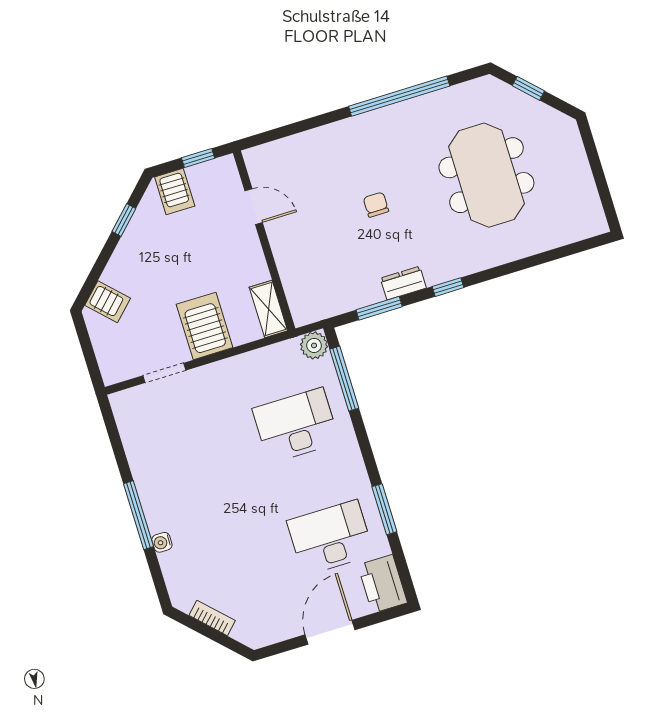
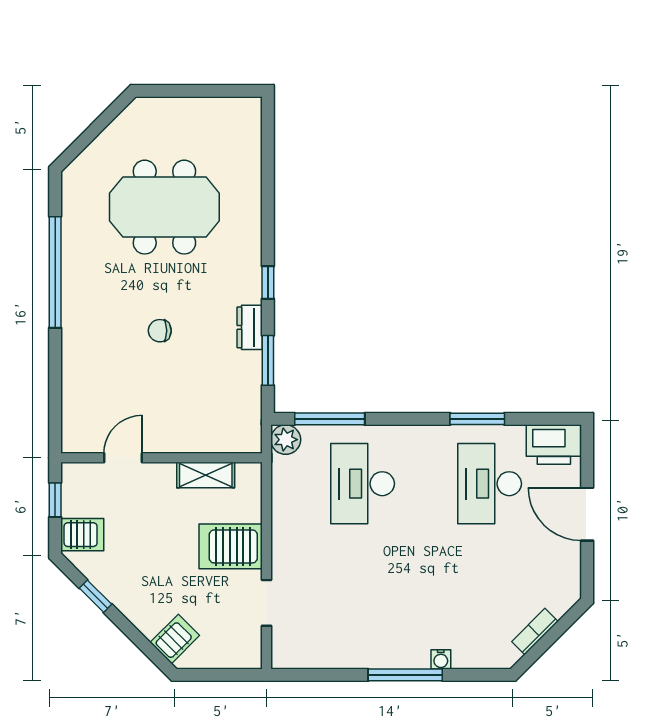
window: (528, 88) -> (88, 136), removed
shelving: (268, 309) -> (206, 475), moved

